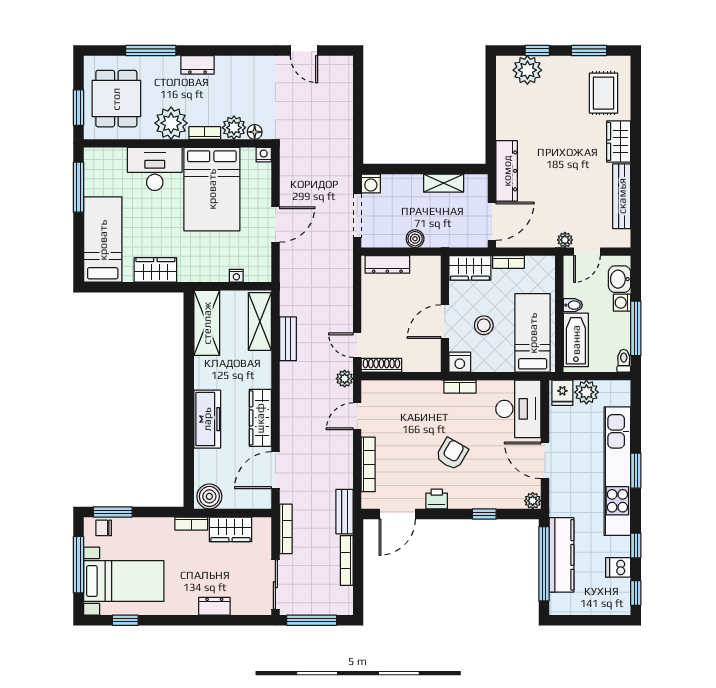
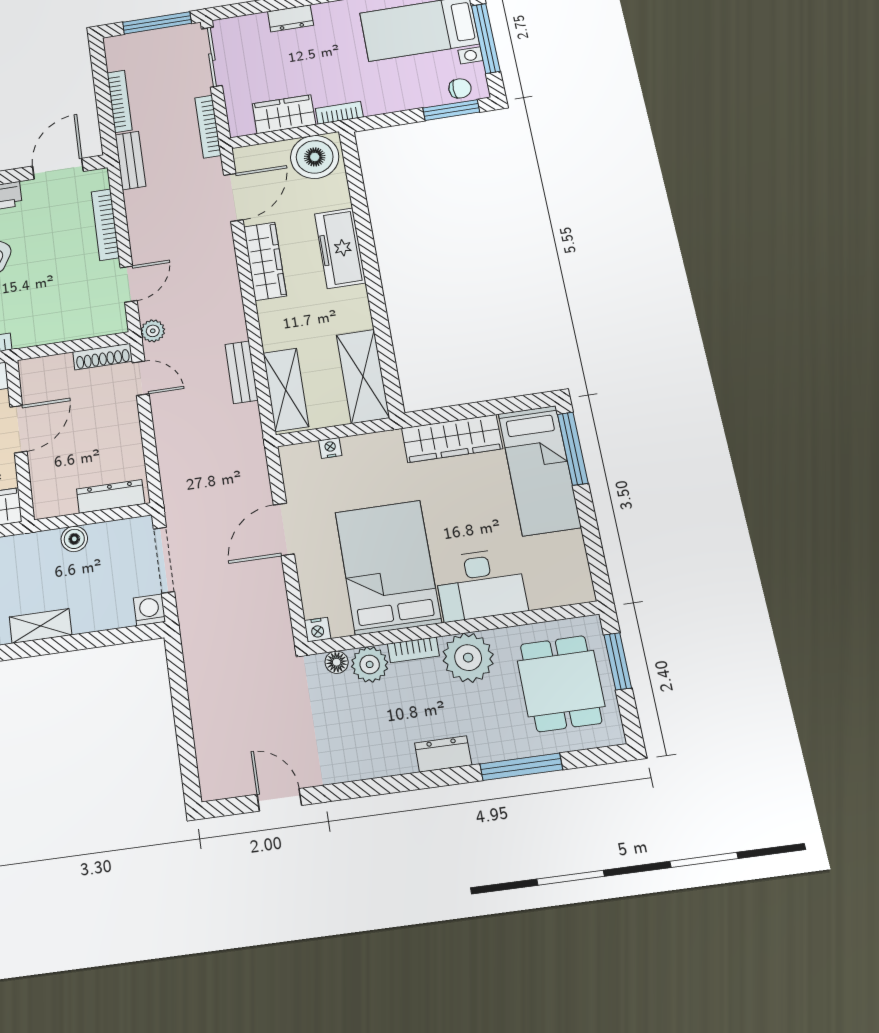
window: (78, 187) -> (573, 449), moved
wardrobe: (155, 270) -> (452, 439), width x1.50
boiler: (209, 496) -> (315, 157), width x1.37, depth x1.37

